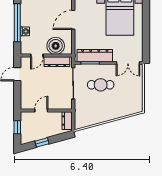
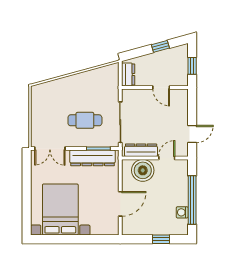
washing machine: (25, 31) -> (182, 212), moved
double door: (128, 63) -> (50, 148), swing flipped
door: (41, 110) -> (161, 87), hinge flipped

